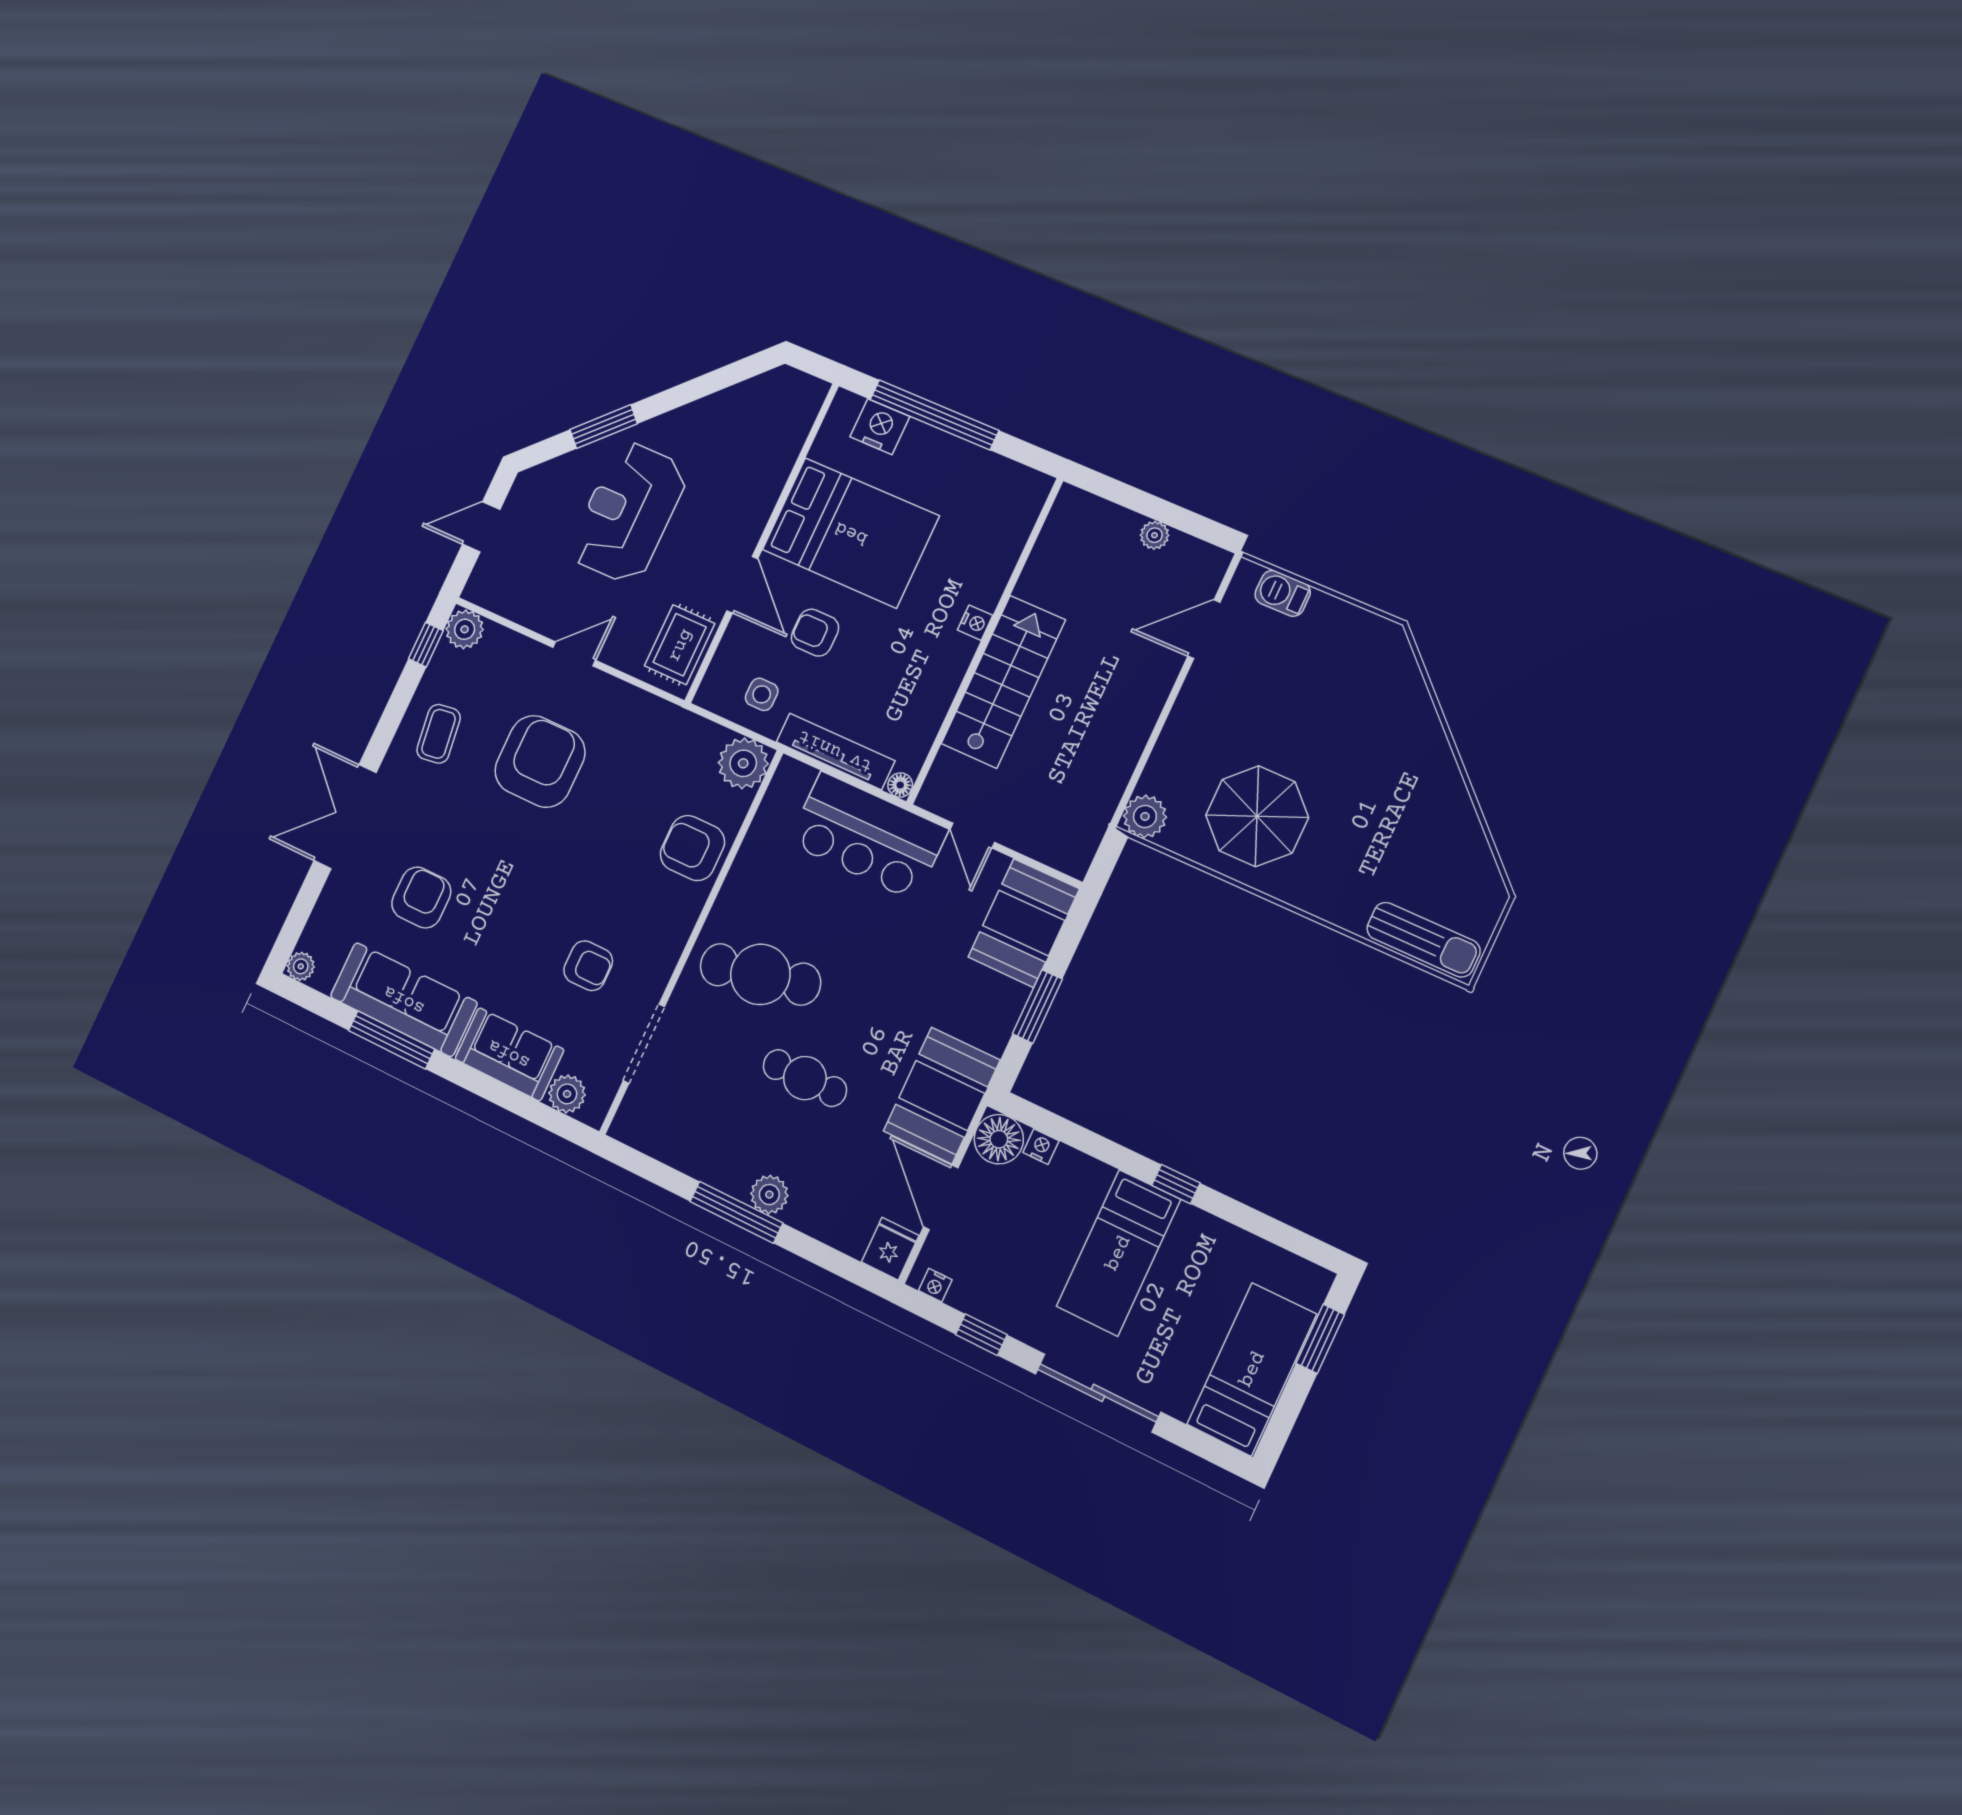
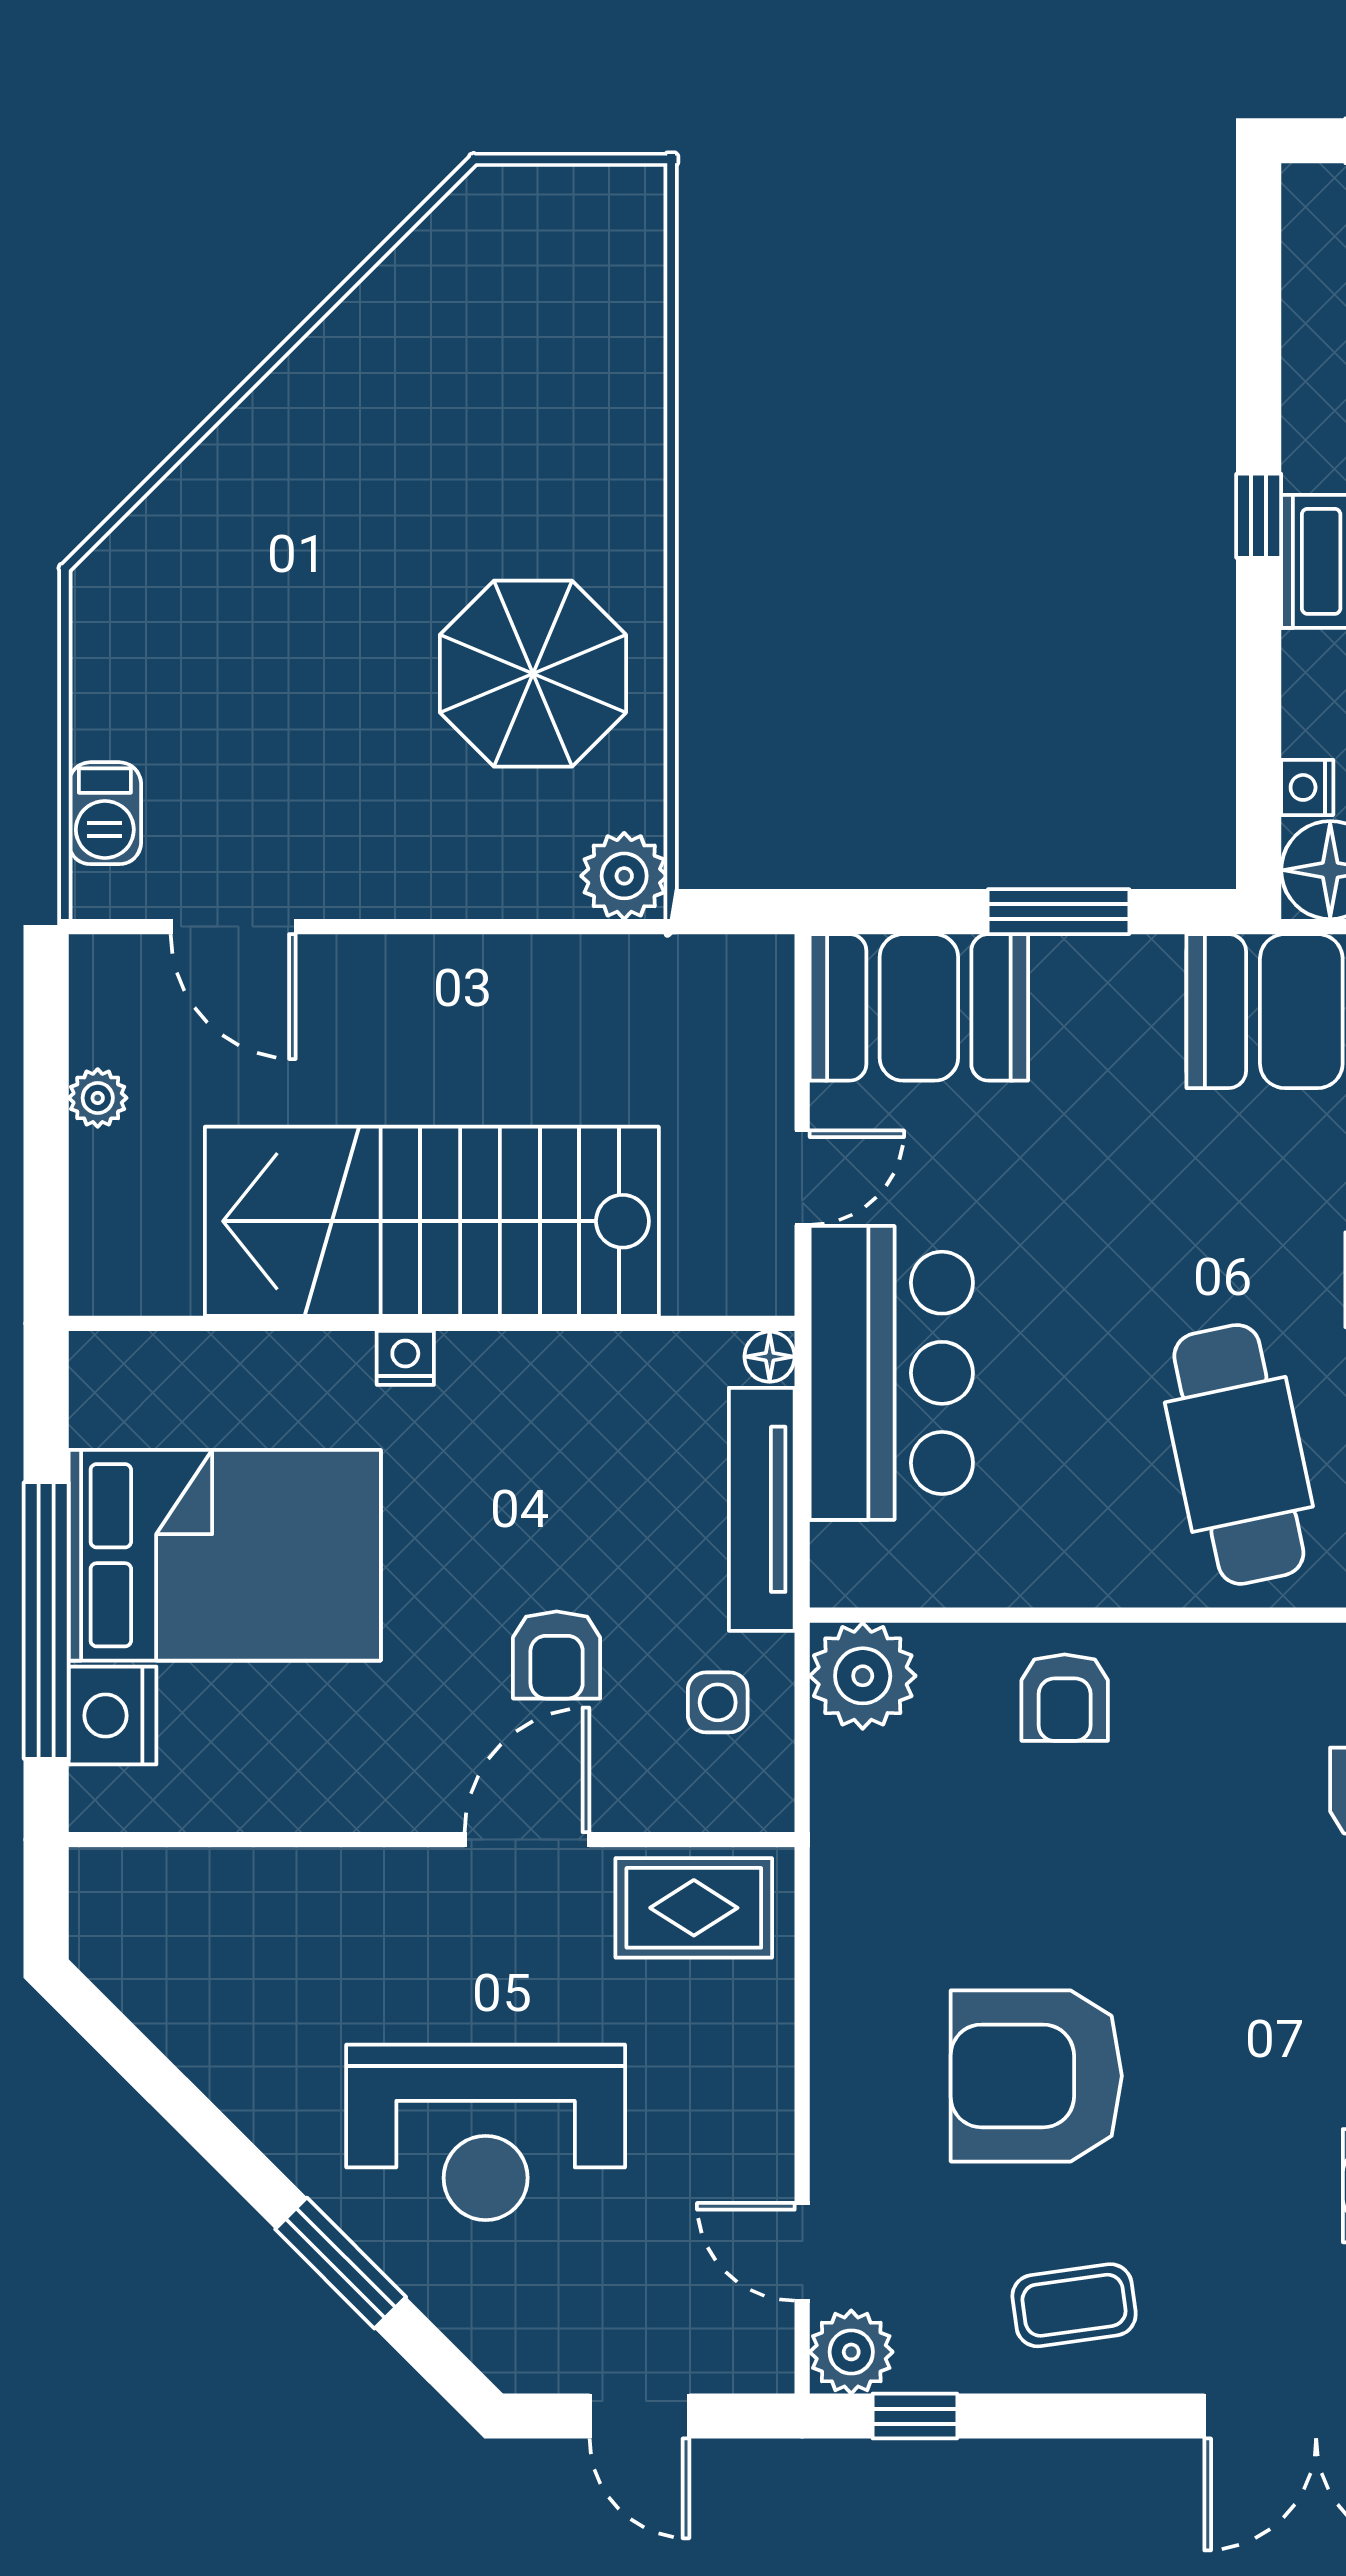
bed: (851, 533) -> (225, 1555), moved, turned 90
door: (574, 654) -> (802, 2252), moved
stairs: (1003, 682) -> (432, 1221), width x1.36, depth x1.51
armchair: (692, 848) -> (1065, 1698), width x0.72, depth x0.72
sun lounger: (1423, 940) -> (621, 279), removed

